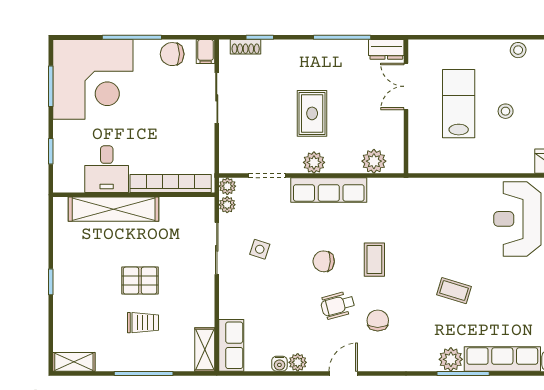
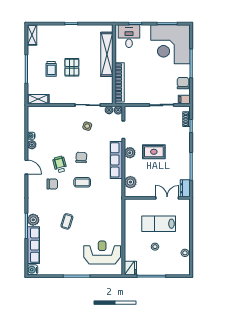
lab bench: (459, 104) -> (159, 224), turned 180
desk: (107, 169) -> (129, 36), moved, turned 90
row of seats: (231, 345) -> (40, 112), removed

